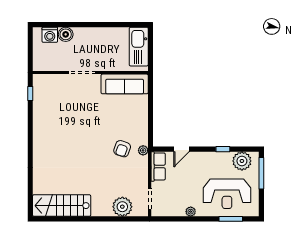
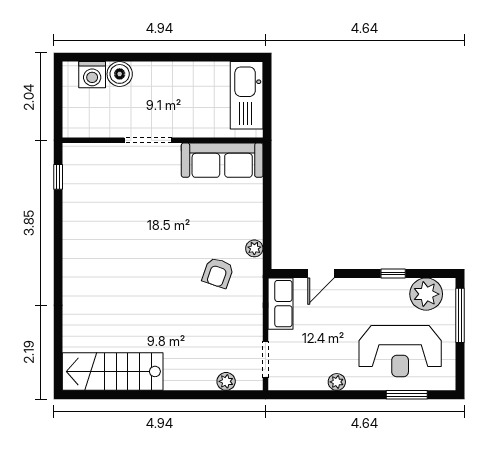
plant: (143, 150) -> (254, 248), moved
plant: (122, 207) -> (226, 381), width x0.53, depth x0.53

